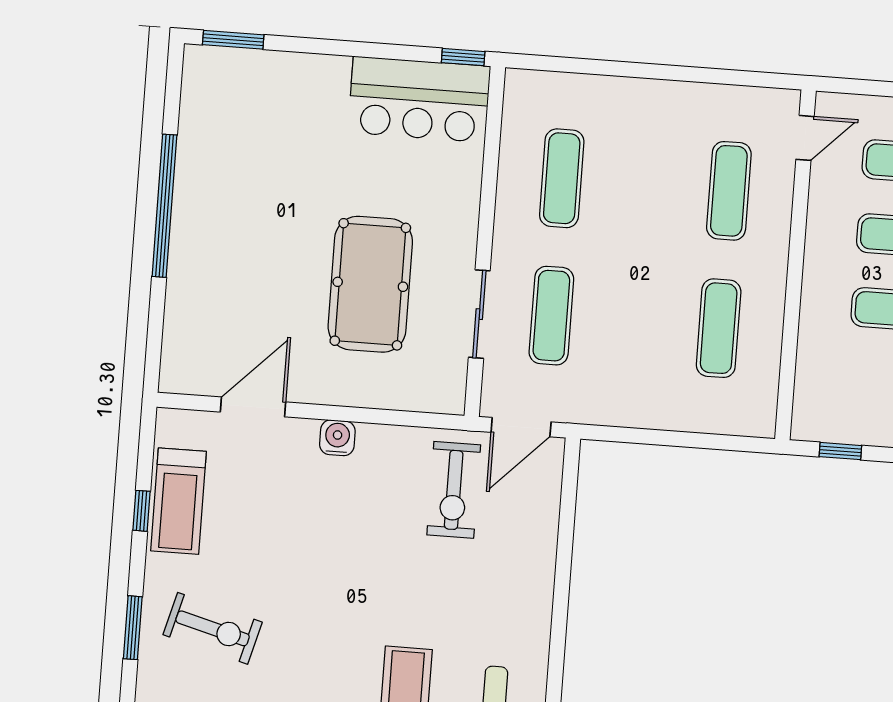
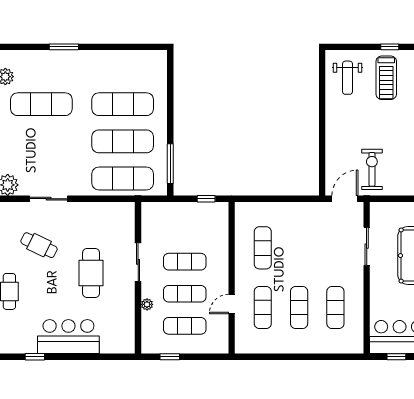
window: (463, 57) -> (396, 357), moved
door: (805, 138) -> (232, 304), moved
exercise mat: (551, 316) -> (299, 308), moved

